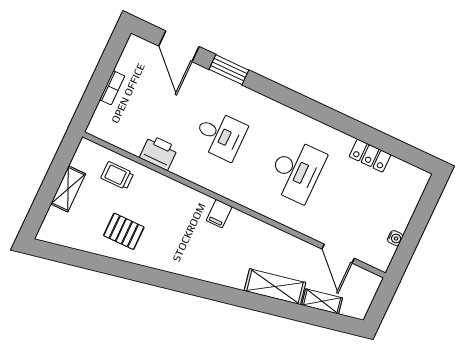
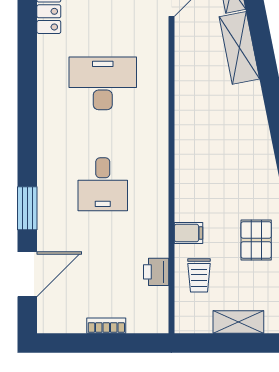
desk: (220, 135) -> (103, 184), turned 180
printer: (159, 153) -> (156, 272), moved, width x0.73, depth x0.81
filing cabinet: (219, 214) -> (188, 233), moved

